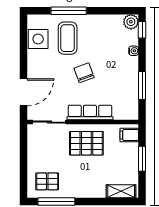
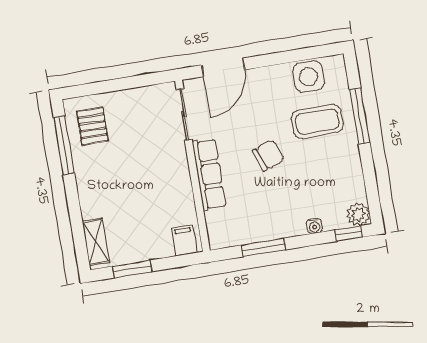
door: (23, 92) -> (223, 67), hinge flipped
pallet: (86, 143) -> (161, 177), removed
window: (142, 159) -> (132, 269), moved

